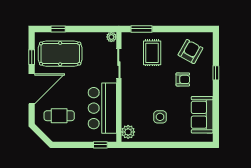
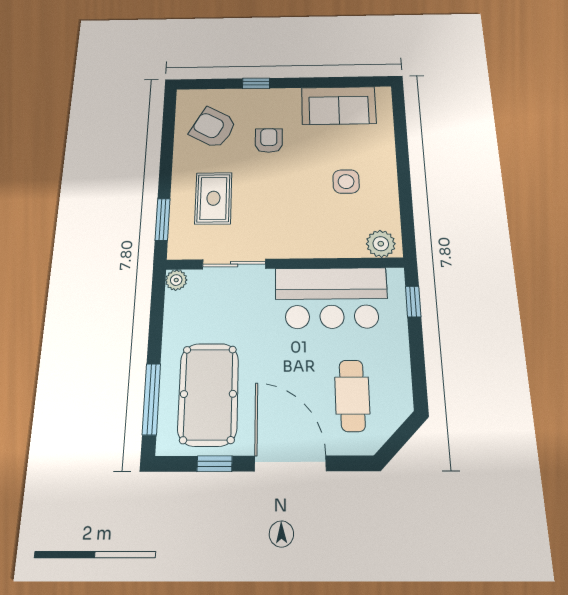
window: (58, 29) -> (151, 399), width x2.17
rug: (152, 53) -> (213, 198), turned 90

